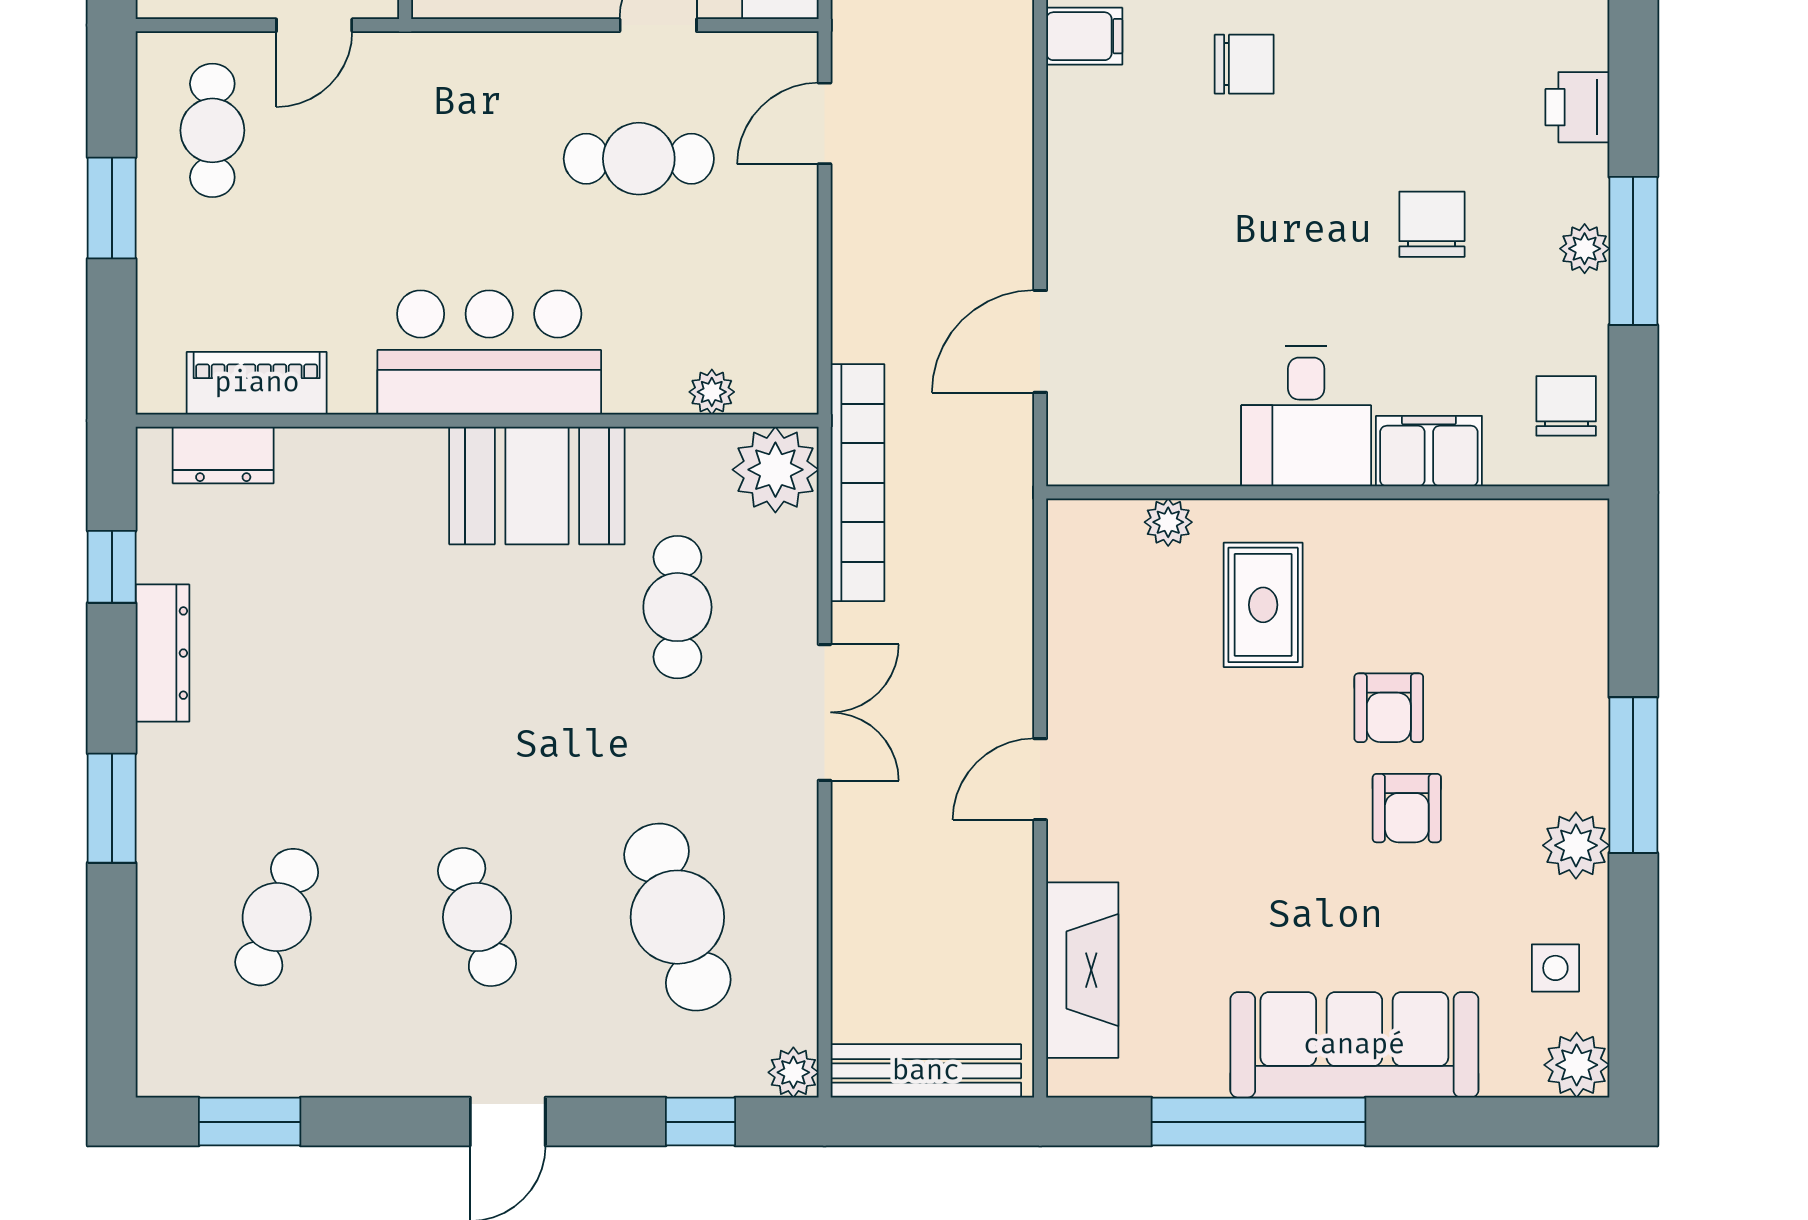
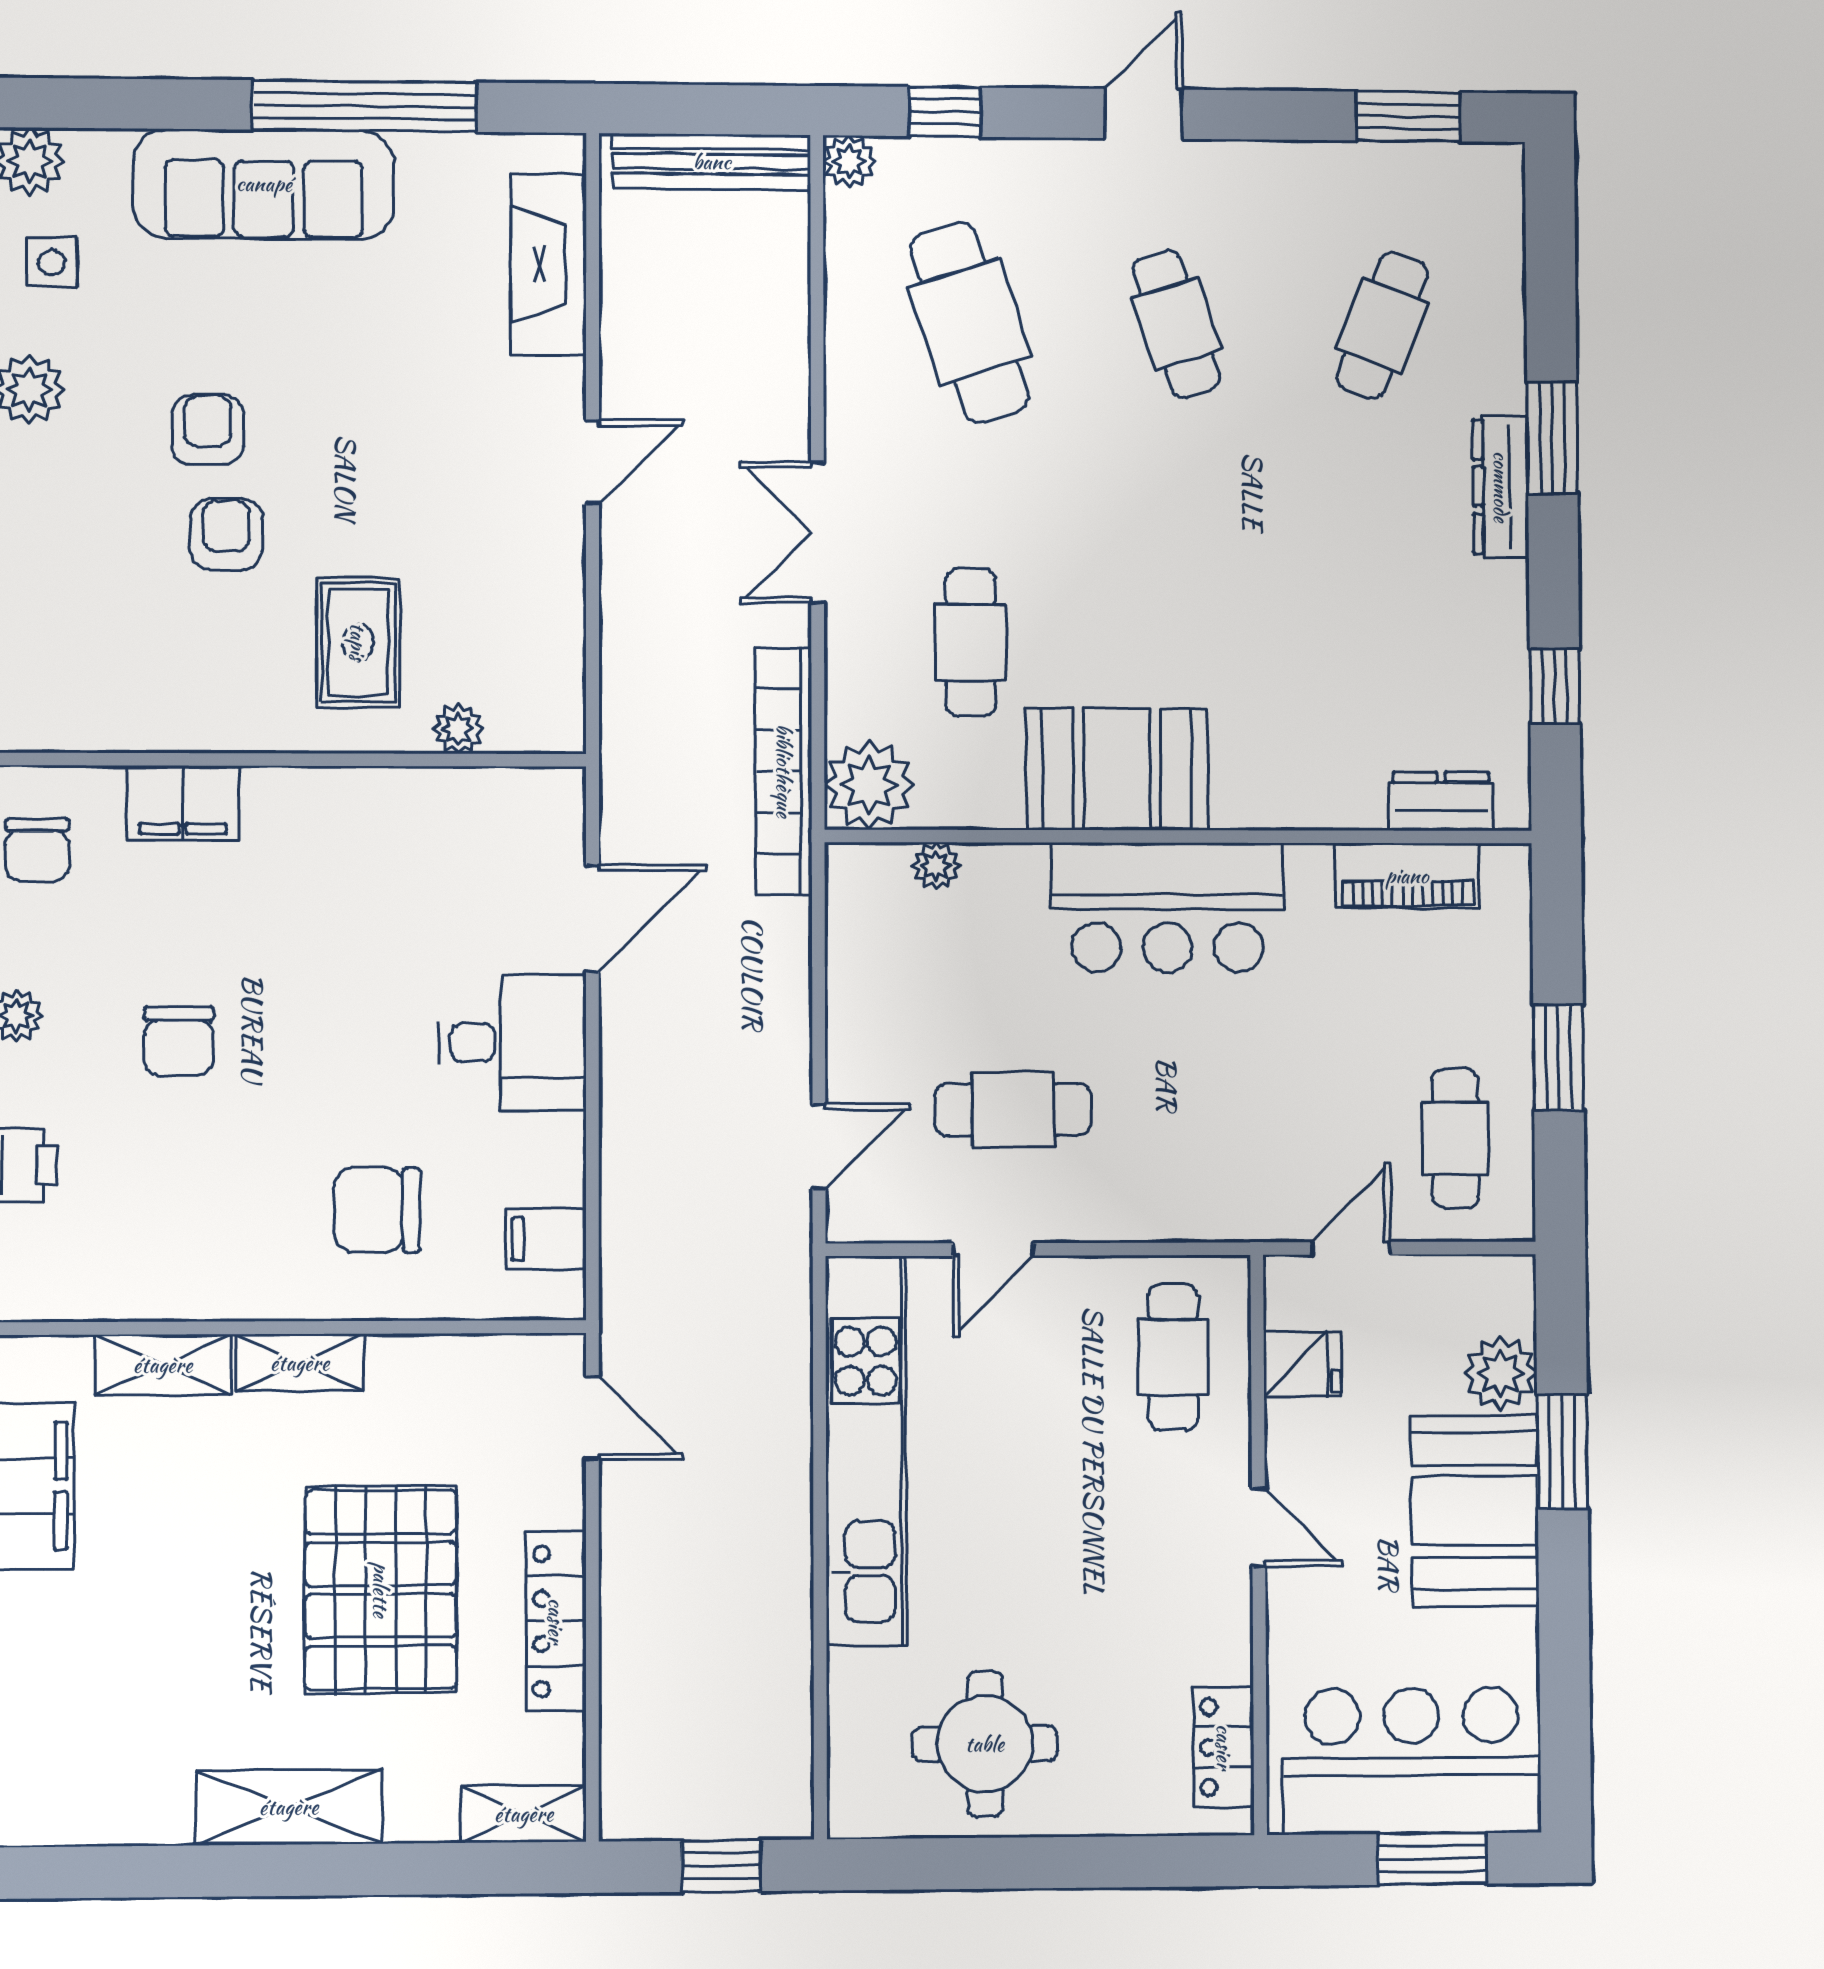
chair: (1244, 64) -> (377, 1210), width x1.37, depth x1.37
desk: (1306, 416) -> (512, 1043), moved, turned 90
dresser: (162, 653) -> (1501, 487), moved

